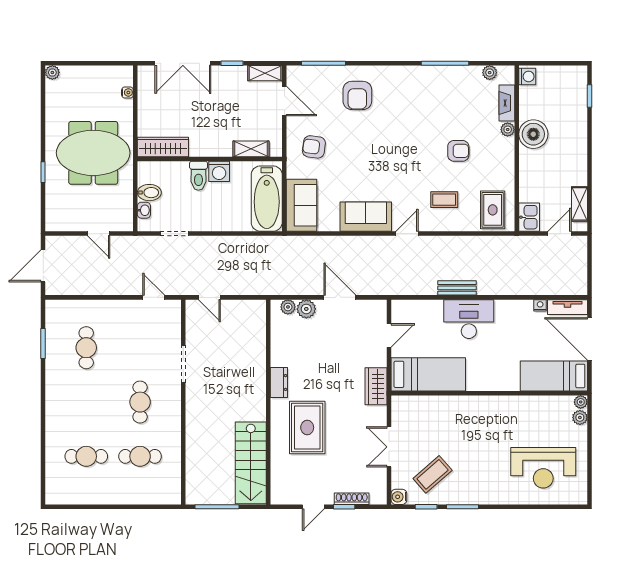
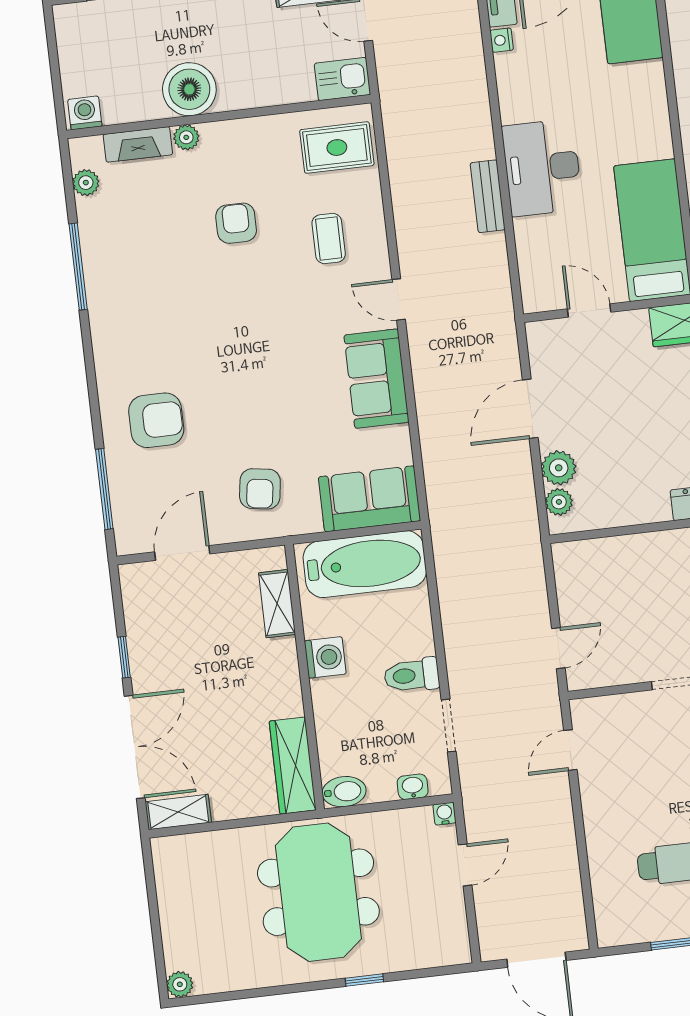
shelving: (265, 73) -> (178, 812), moved, turned 90
water cooler: (127, 92) -> (444, 814), moved
toilet: (198, 176) -> (412, 675), moved, turned 180
bidet: (149, 193) -> (344, 792), moved, turned 90

